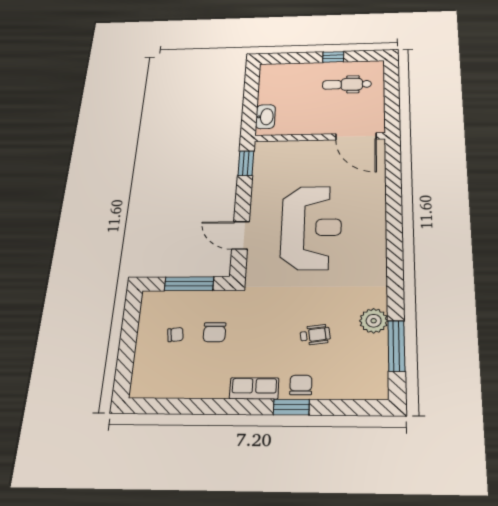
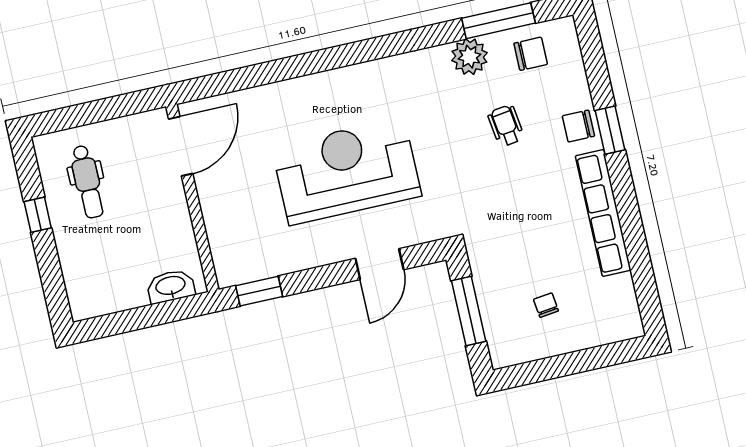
chair: (214, 332) -> (531, 54), moved
row of seats: (254, 388) -> (603, 213), width x2.02

